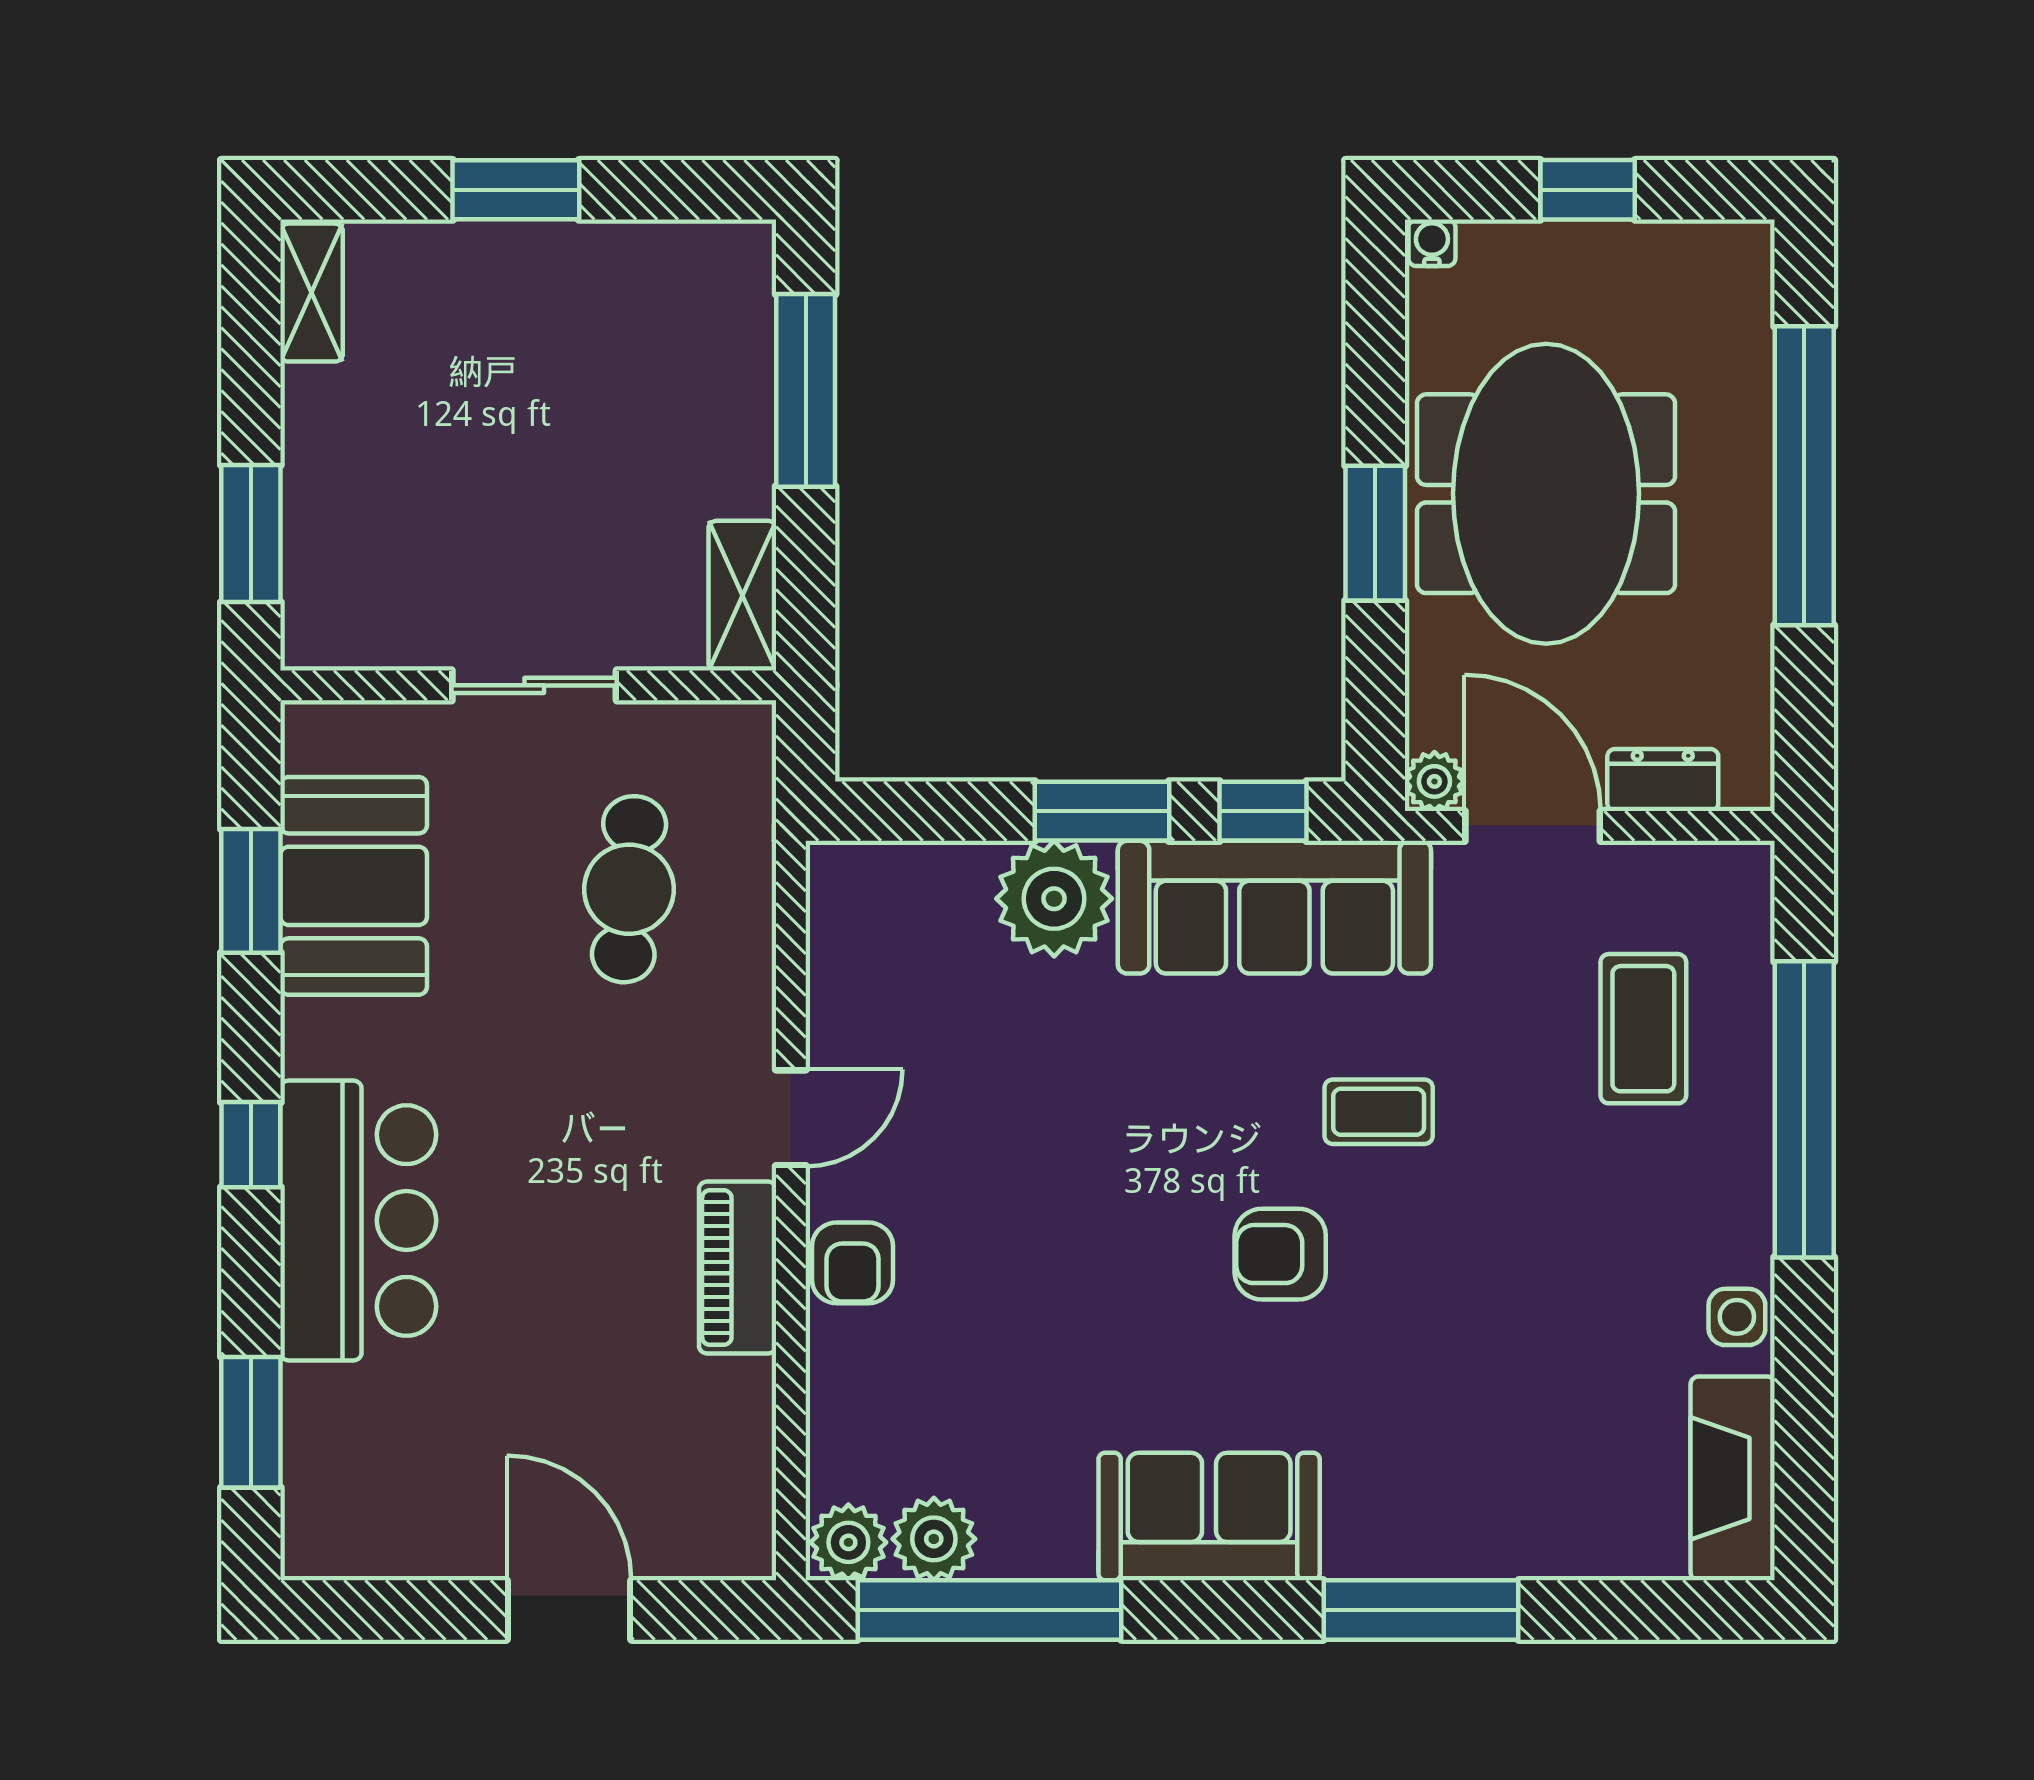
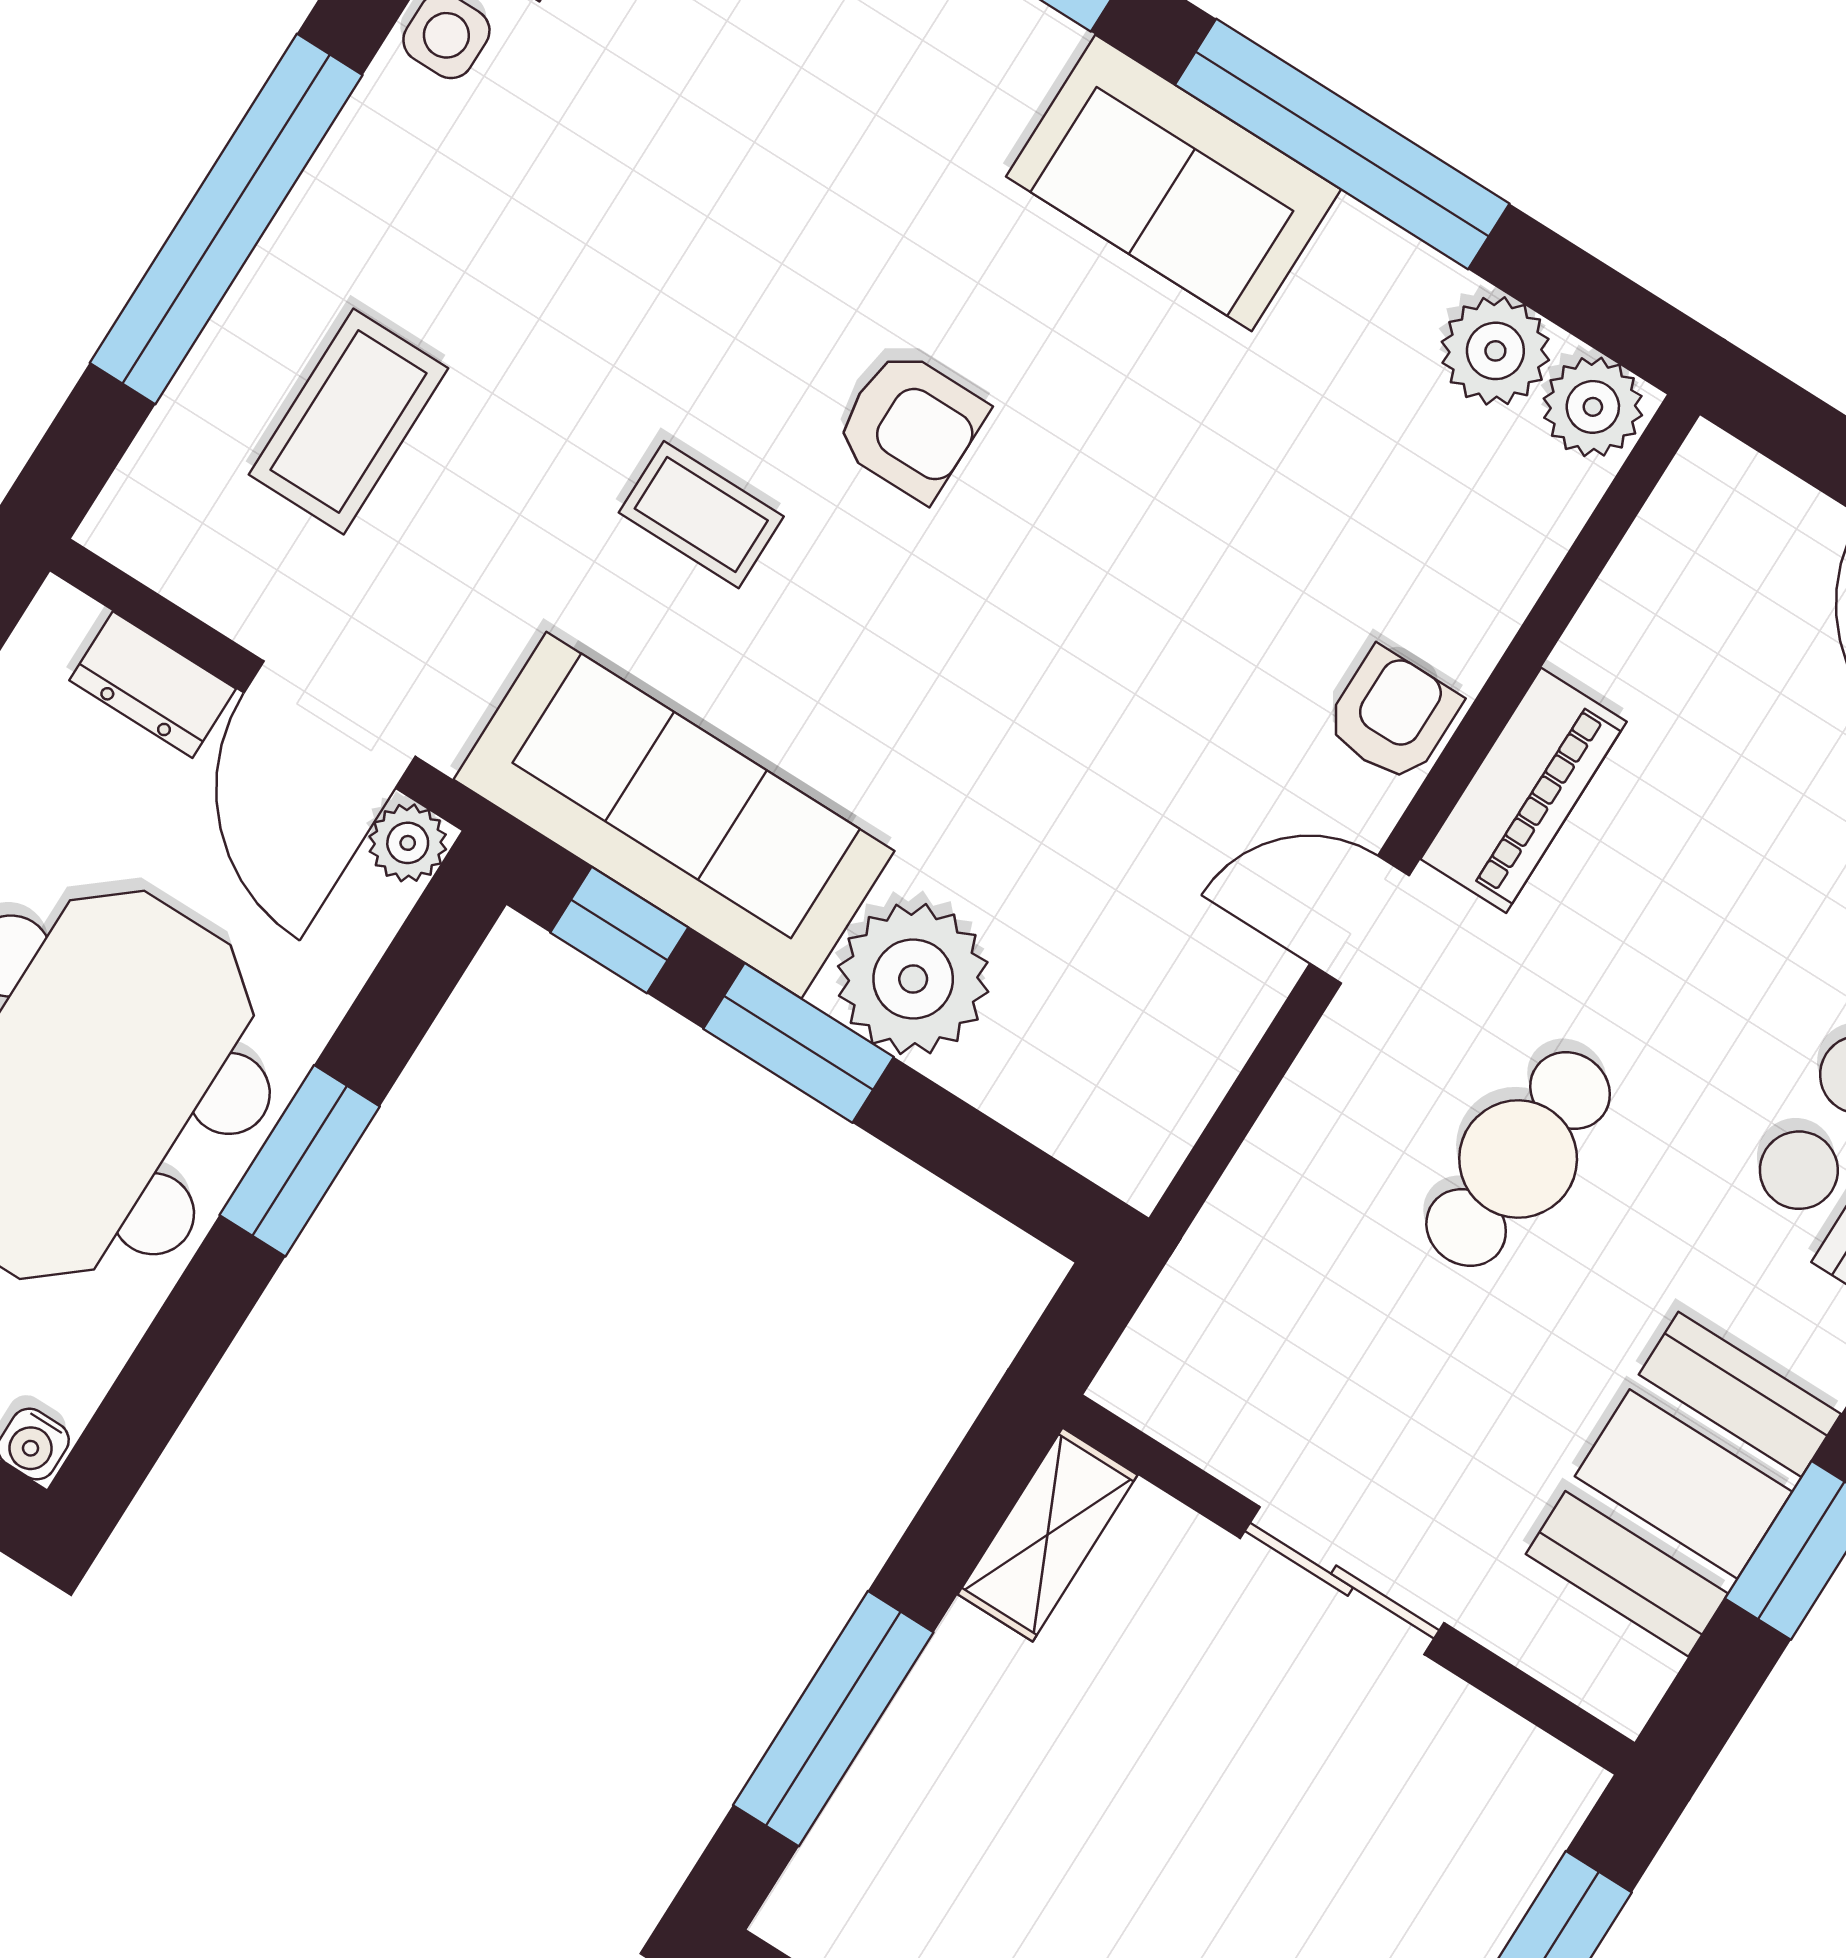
cafe table: (629, 889) -> (1518, 1159), moved
window: (989, 1610) -> (1342, 144), moved

